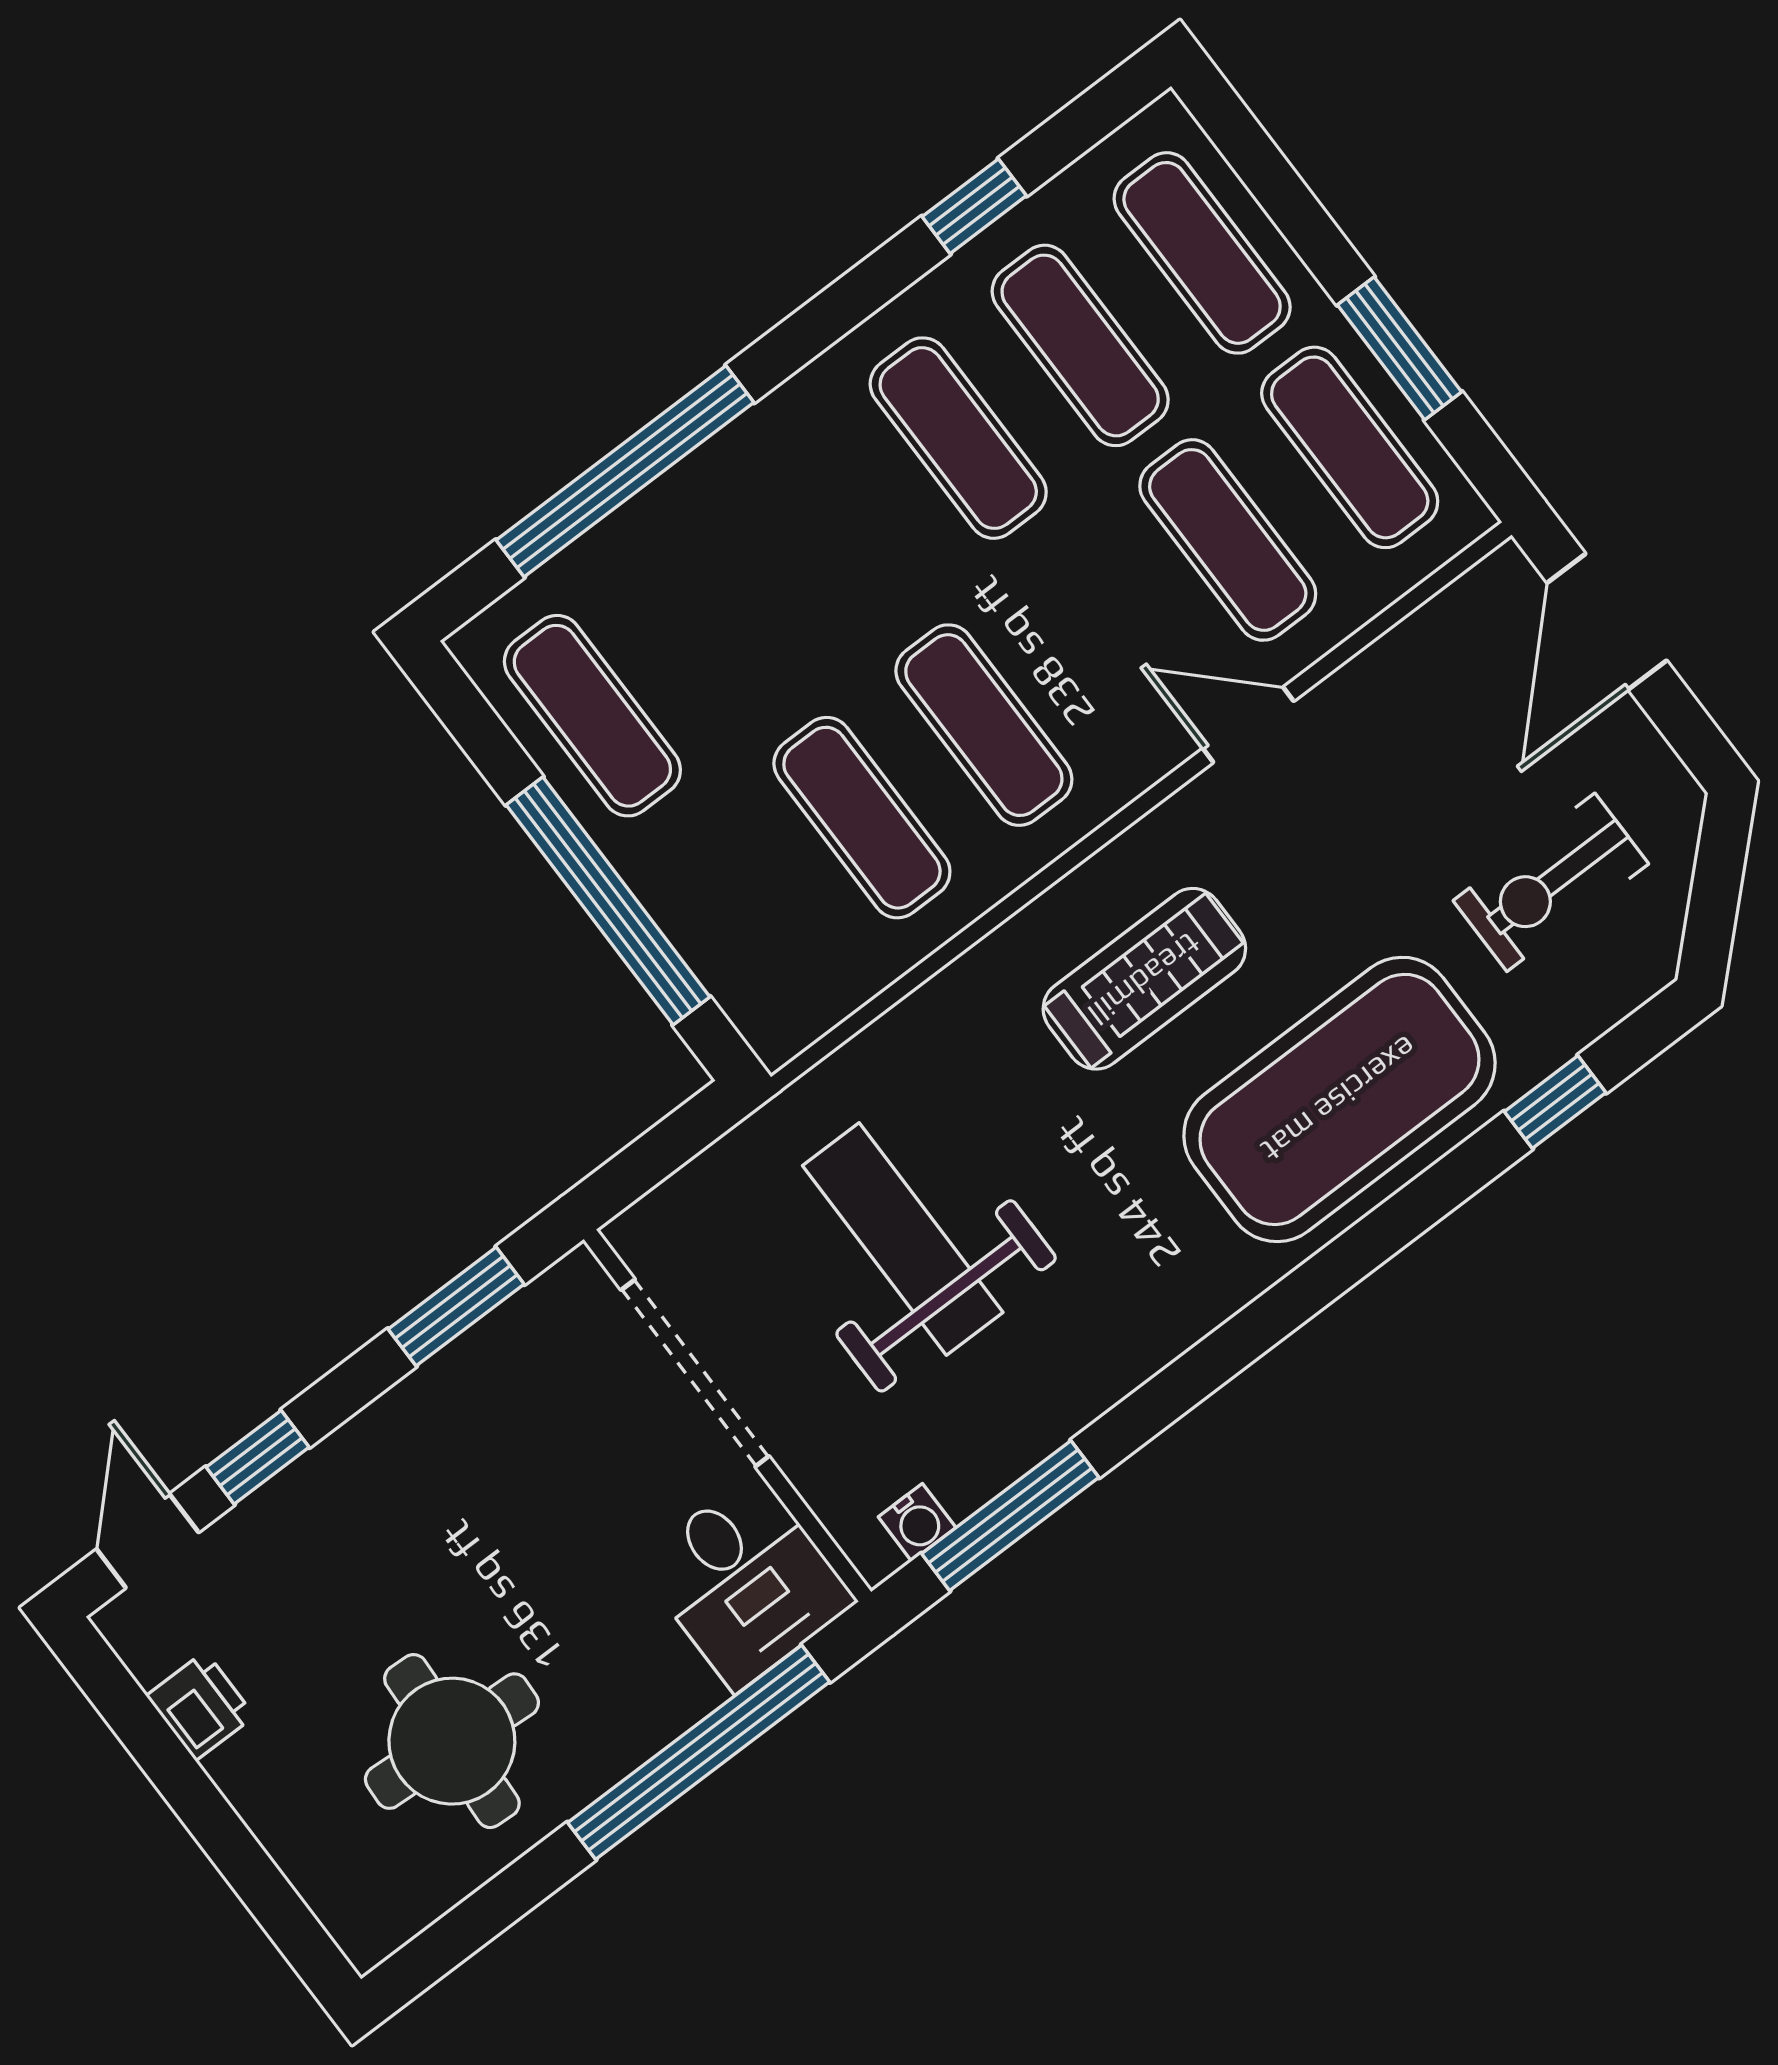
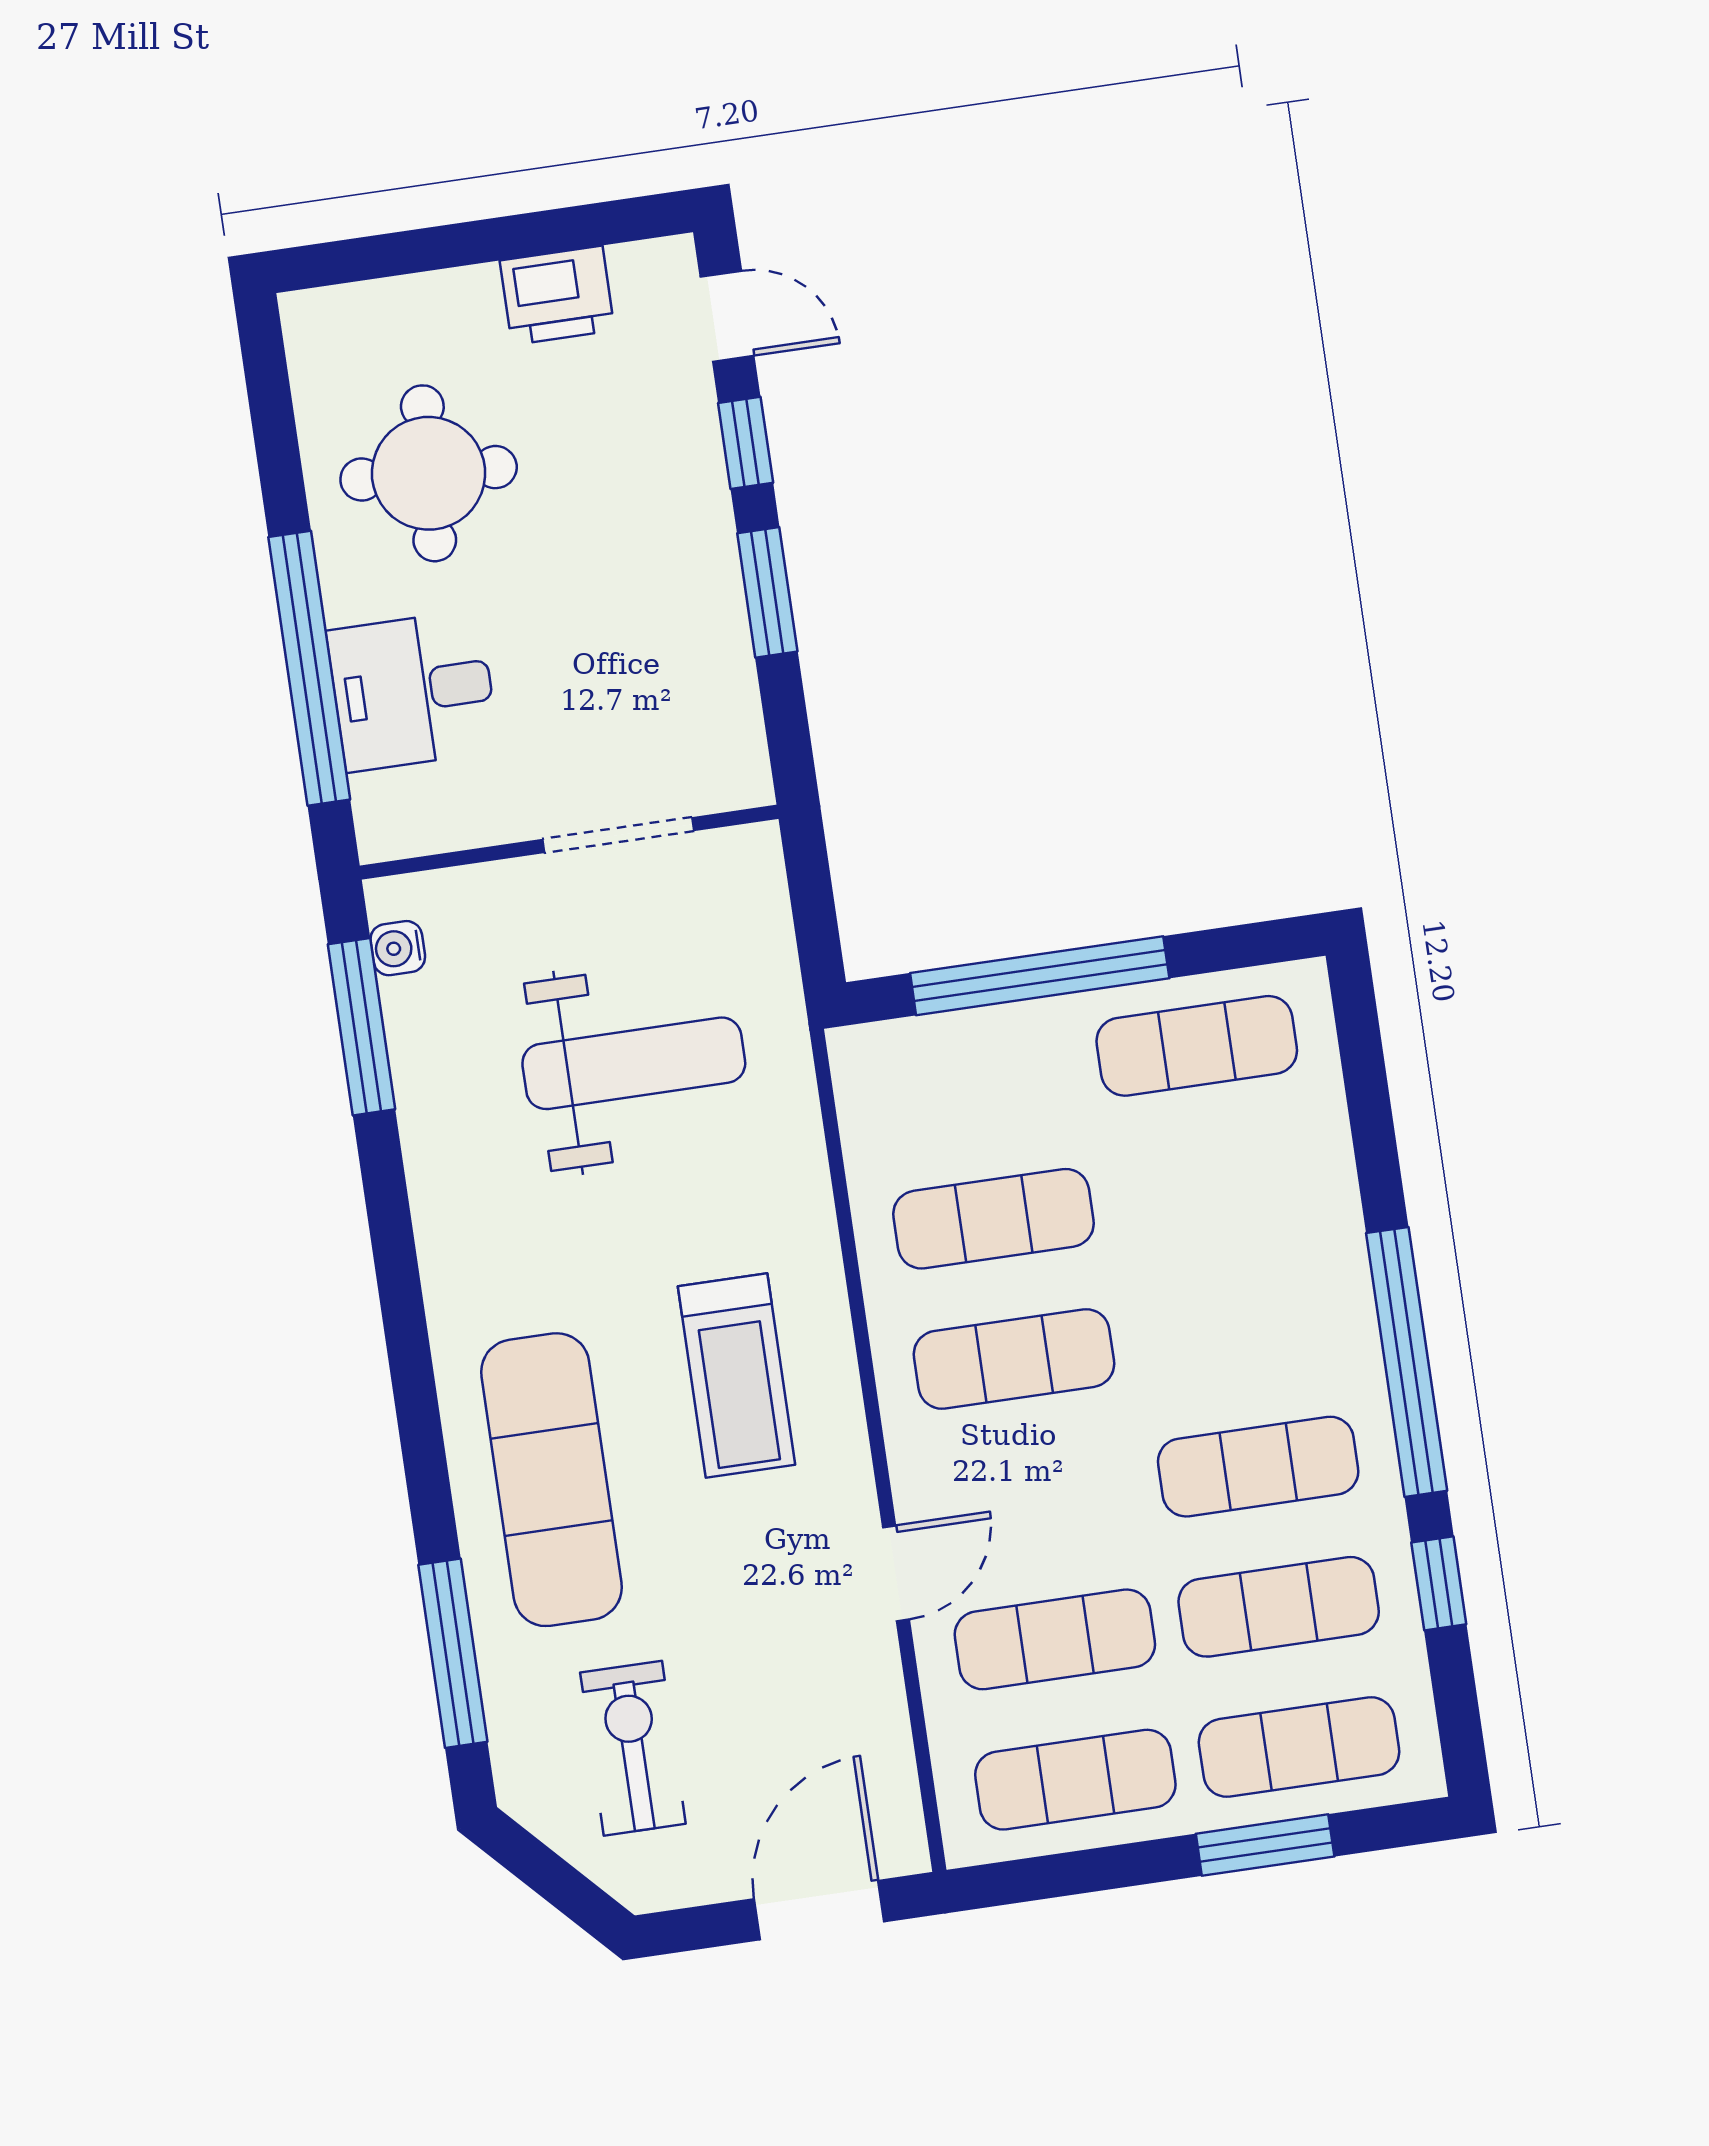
window: (1399, 348) -> (1265, 1845), moved
window: (625, 471) -> (1407, 1362), moved
door: (1607, 622) -> (819, 1910), hinge flipped
exercise mat: (1339, 1099) -> (551, 1480), width x0.68
window: (1555, 1102) -> (453, 1653), width x2.17
window: (456, 1307) -> (767, 592), moved
doorway: (695, 1373) -> (618, 835), width x0.73
desk: (746, 1582) -> (413, 691), moved
printer: (200, 1706) -> (557, 295), width x1.36, depth x1.24

